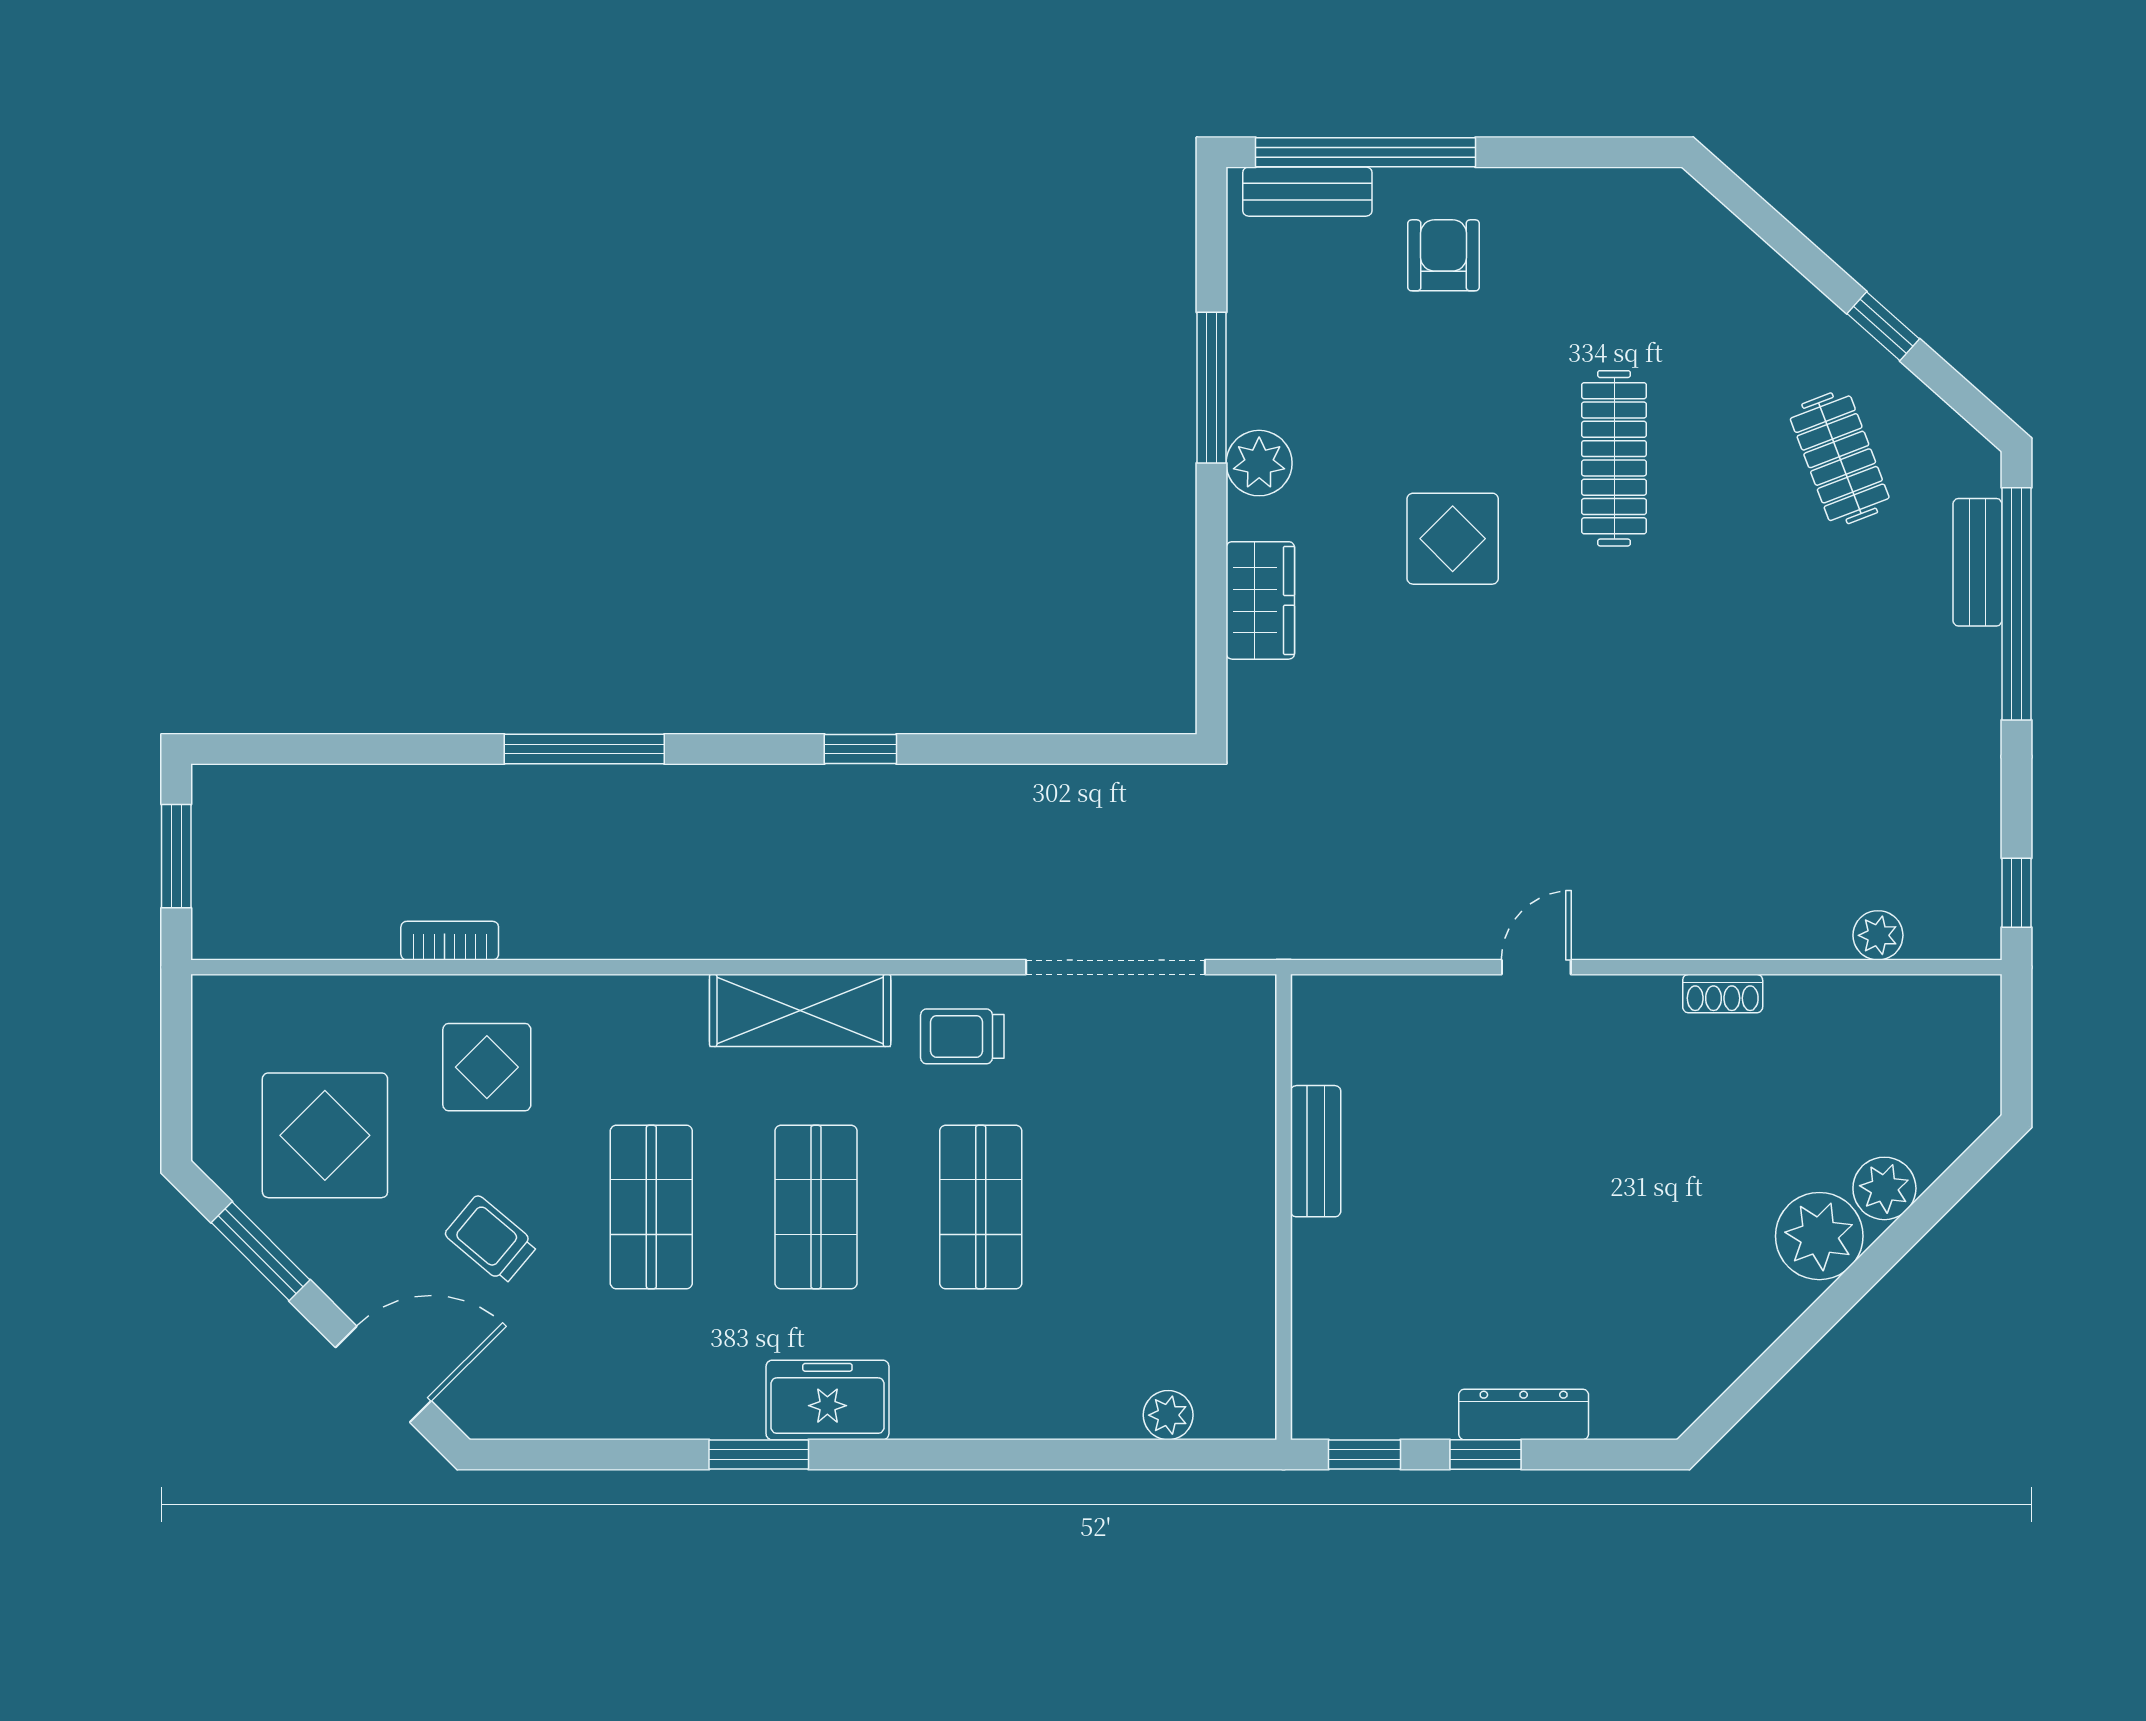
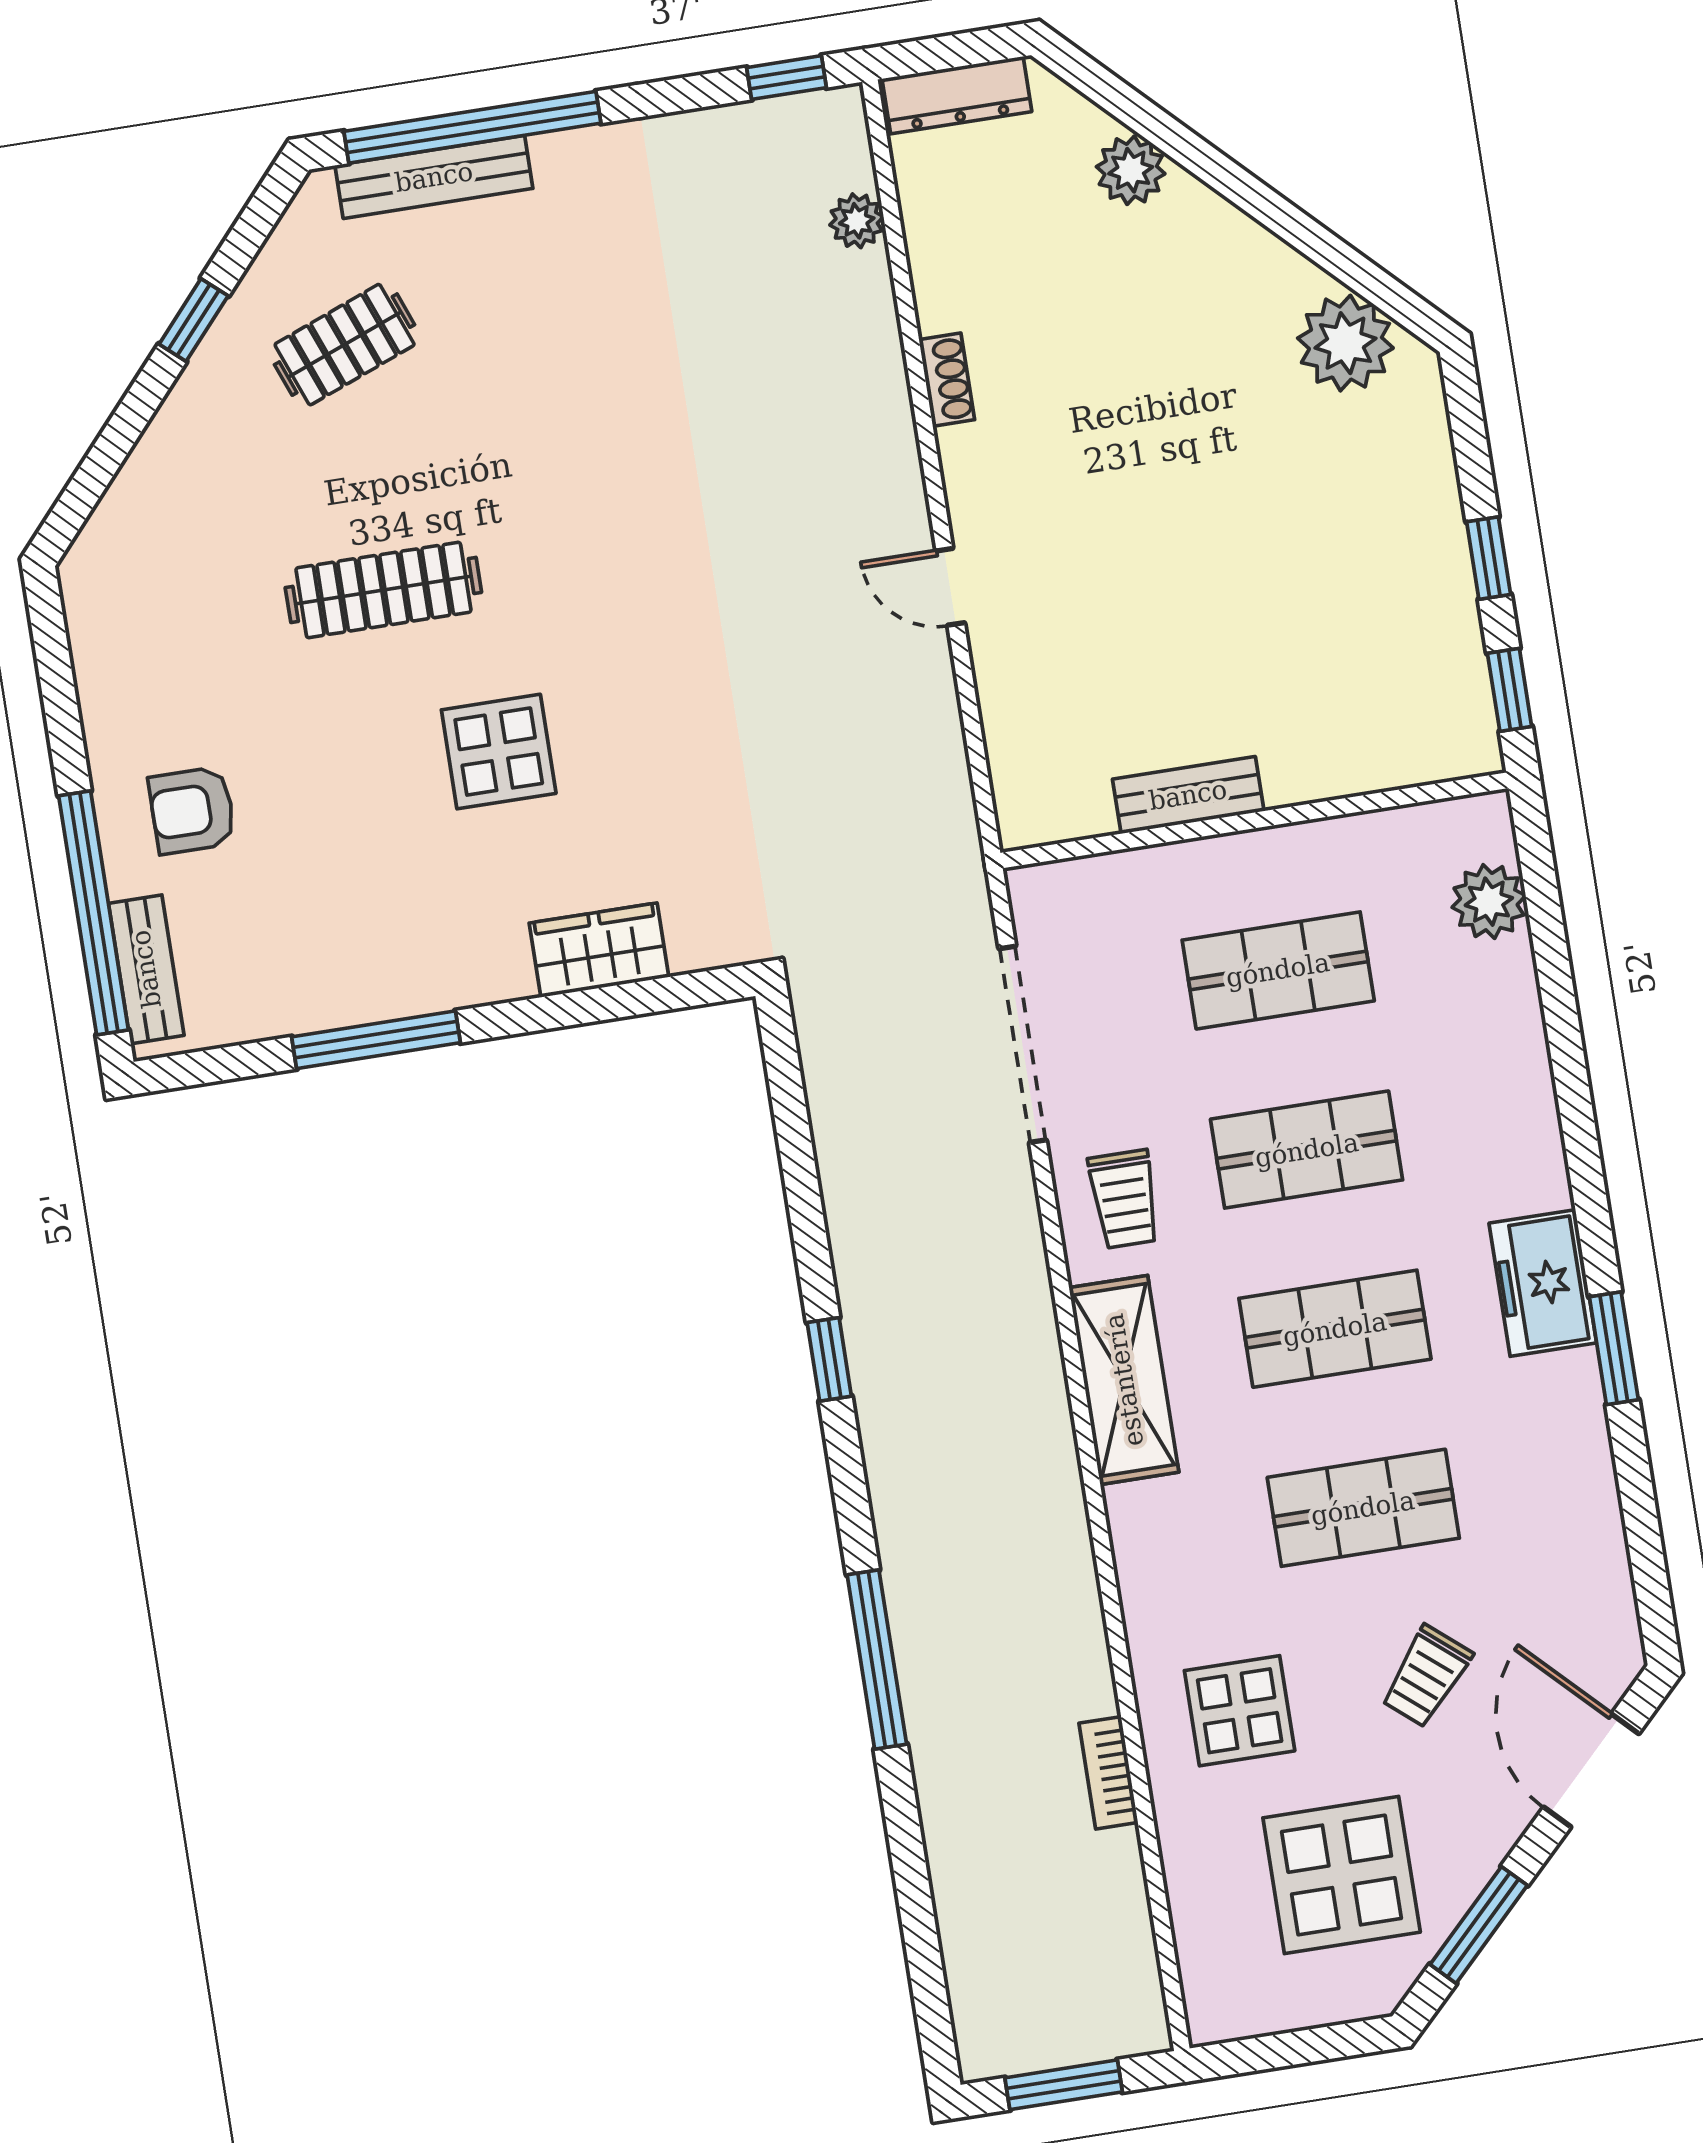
plant: (1259, 463) -> (450, 975), removed
bench: (1977, 562) -> (434, 177), width x1.36
shop shelf: (1145, 1207) -> (1278, 970), added
plant: (1819, 1236) -> (1345, 343), moved
dresser: (1524, 1414) -> (957, 95), moved, turned -90
plant: (1168, 1415) -> (1489, 902), width x1.38, depth x1.38

